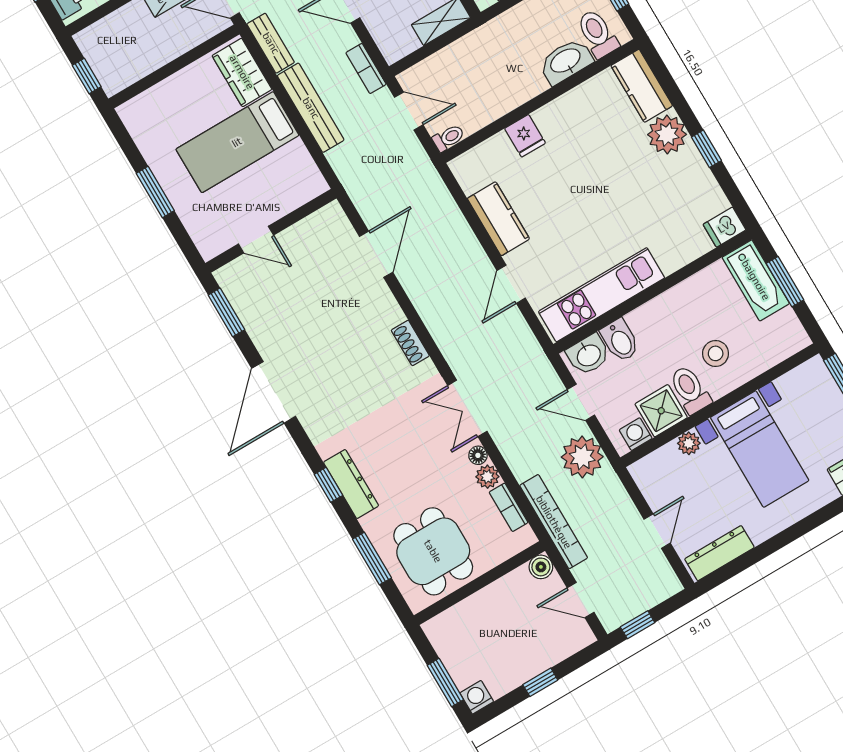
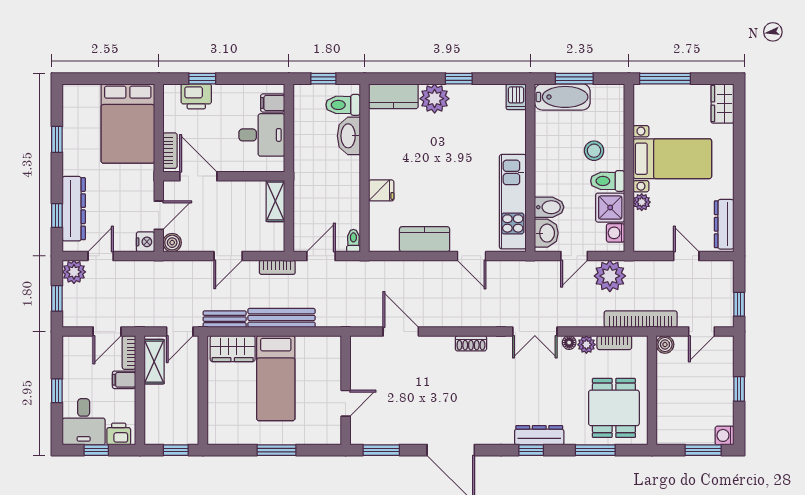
dining table: (433, 551) -> (614, 408), turned 90

